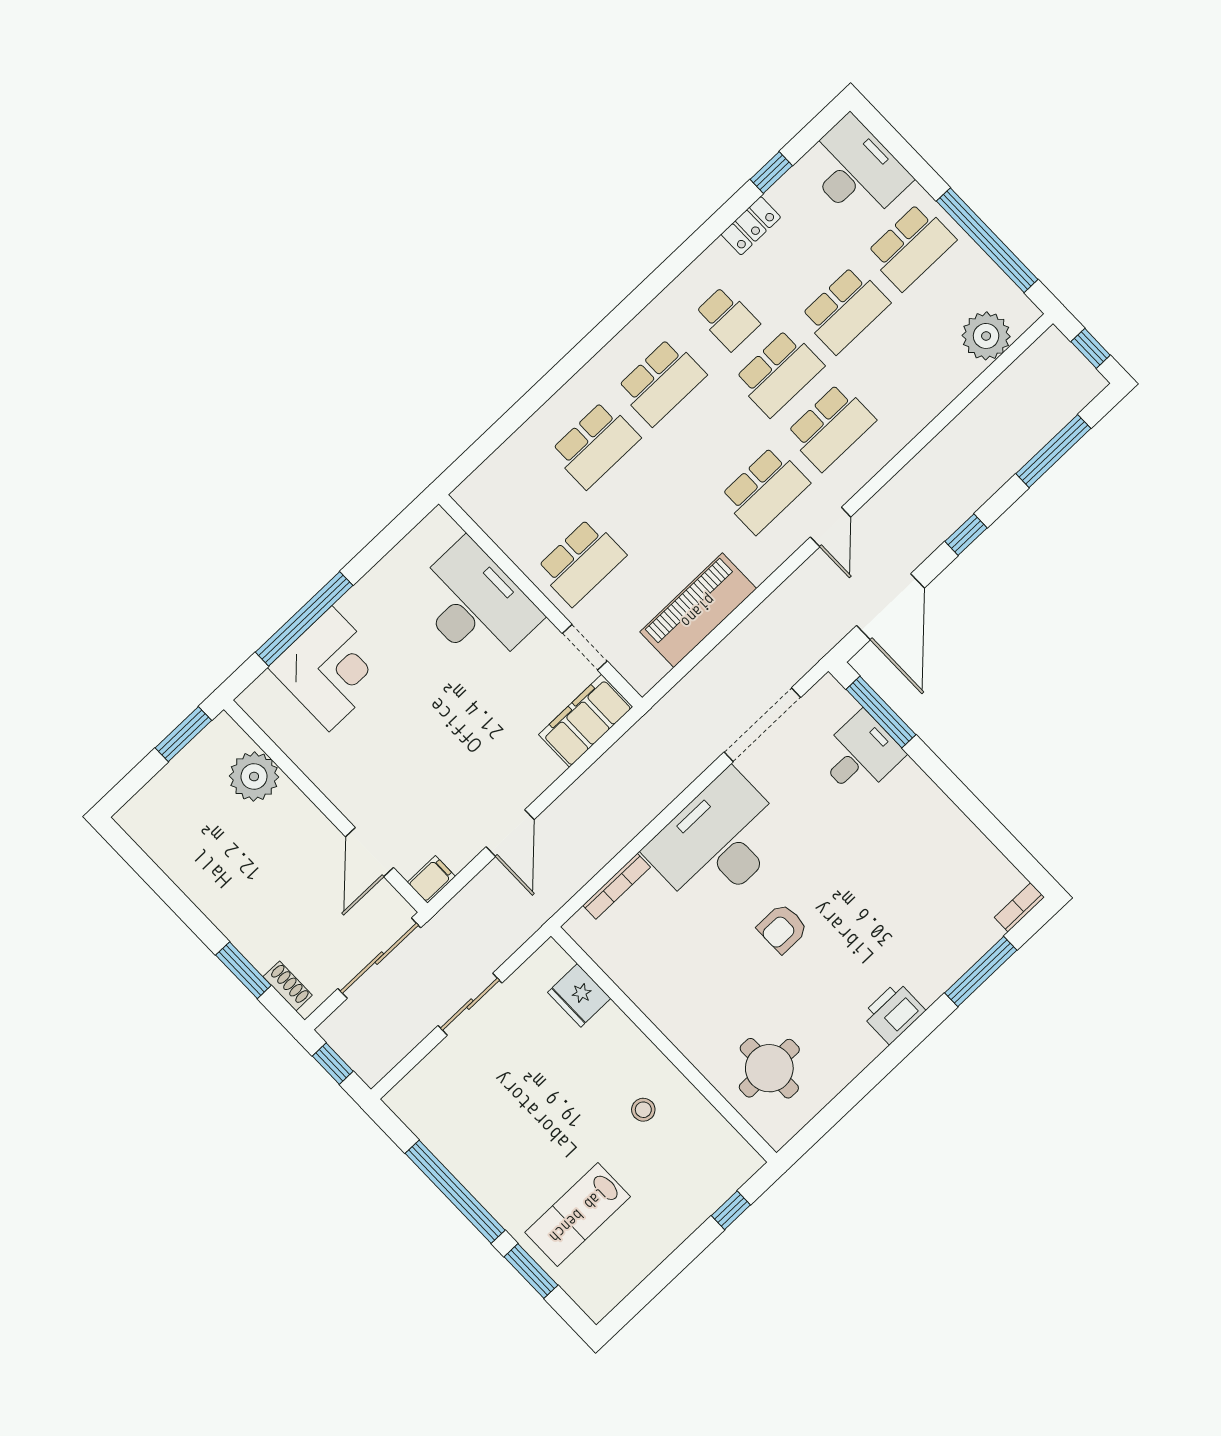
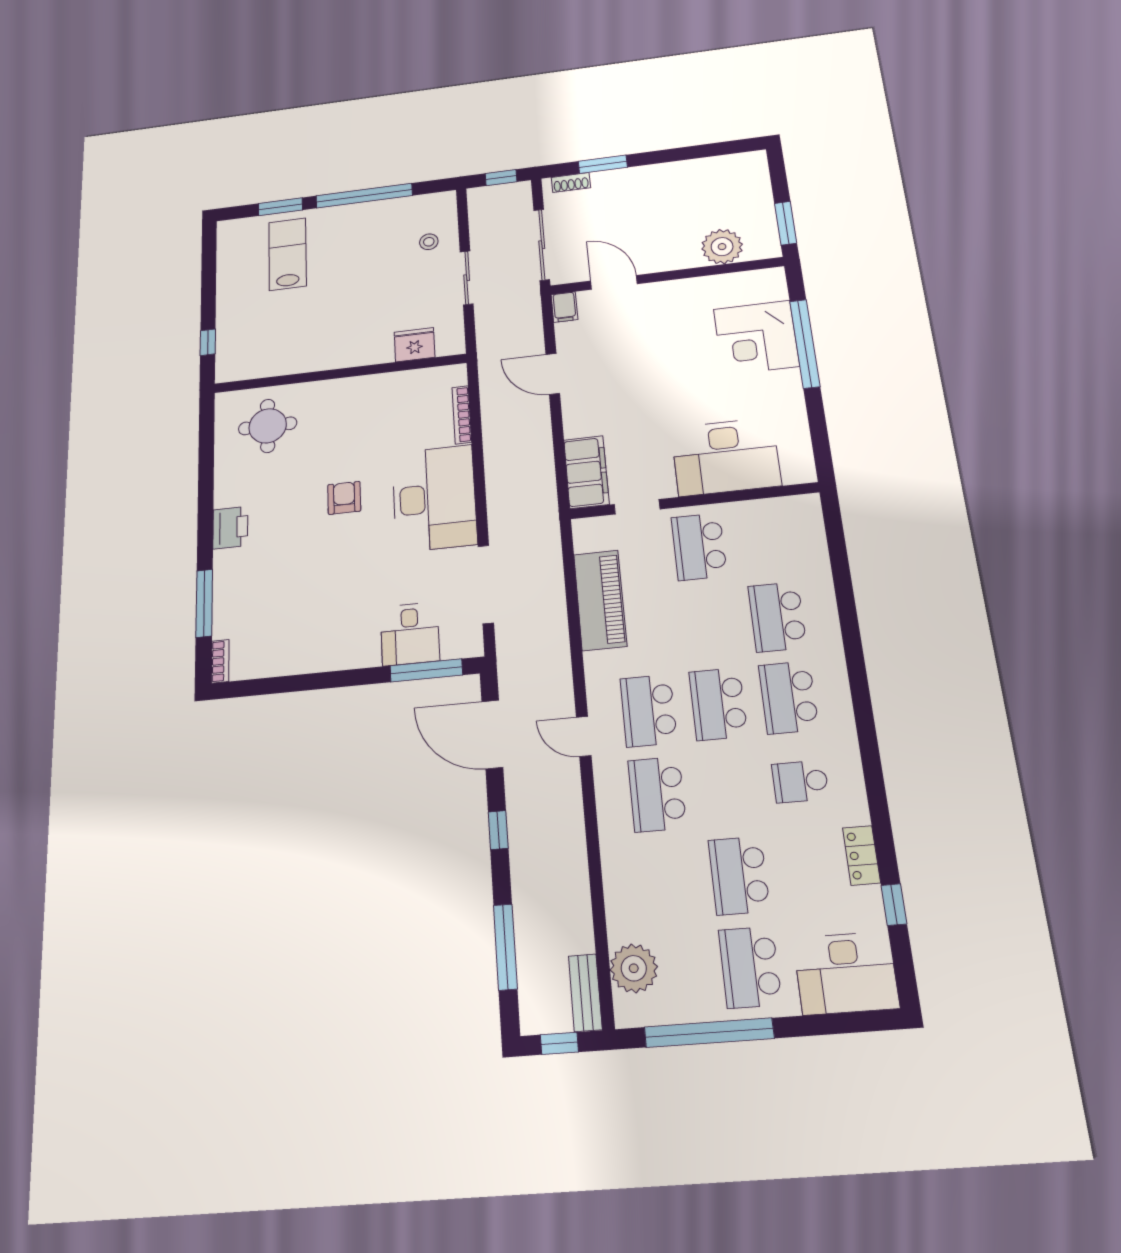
bench: (1036, 359) -> (585, 993), added
school desk: (779, 373) -> (718, 704), moved
stool: (643, 1110) -> (429, 242), moved

